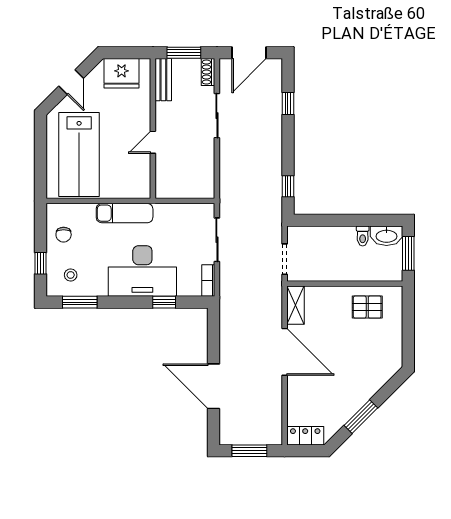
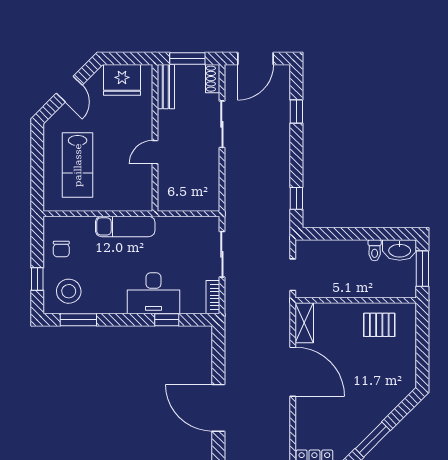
lab bench: (79, 154) -> (78, 165), width x0.73, depth x0.72
desk: (142, 271) -> (153, 293), width x0.73, depth x0.77
stool: (71, 275) -> (69, 291), width x1.89, depth x1.89

